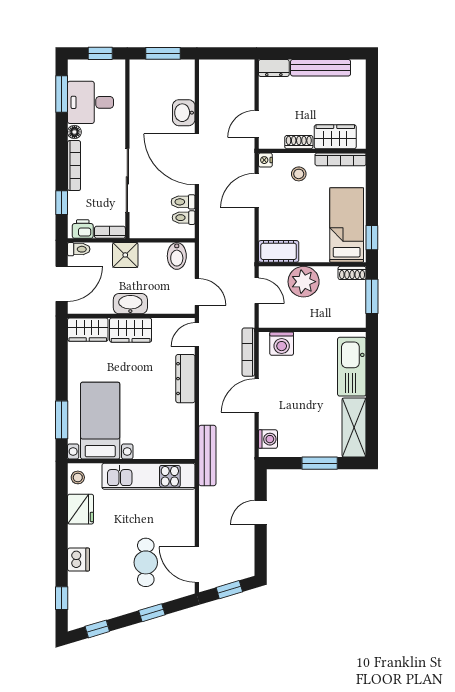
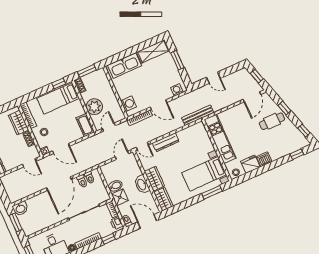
washbasin: (184, 113) -> (20, 208), moved
bidet: (177, 256) -> (115, 186), moved
dishwasher: (78, 560) -> (264, 159), moved
cafe table: (146, 562) -> (272, 121), moved

